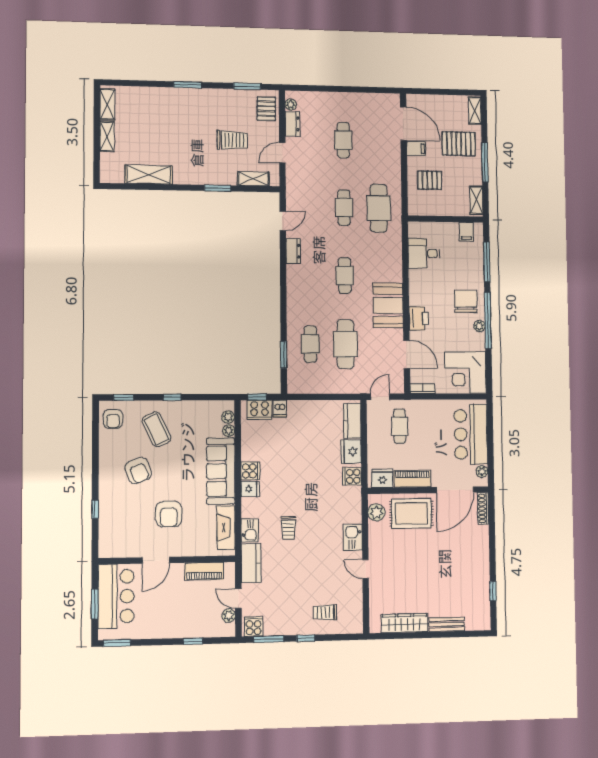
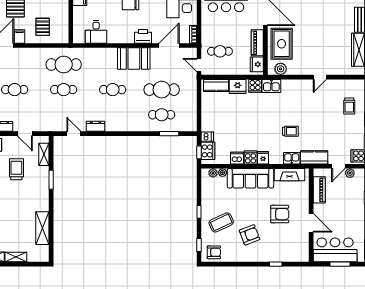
dishwasher: (250, 451) -> (237, 158), added
kitchen sink: (353, 537) -> (271, 86), moved

